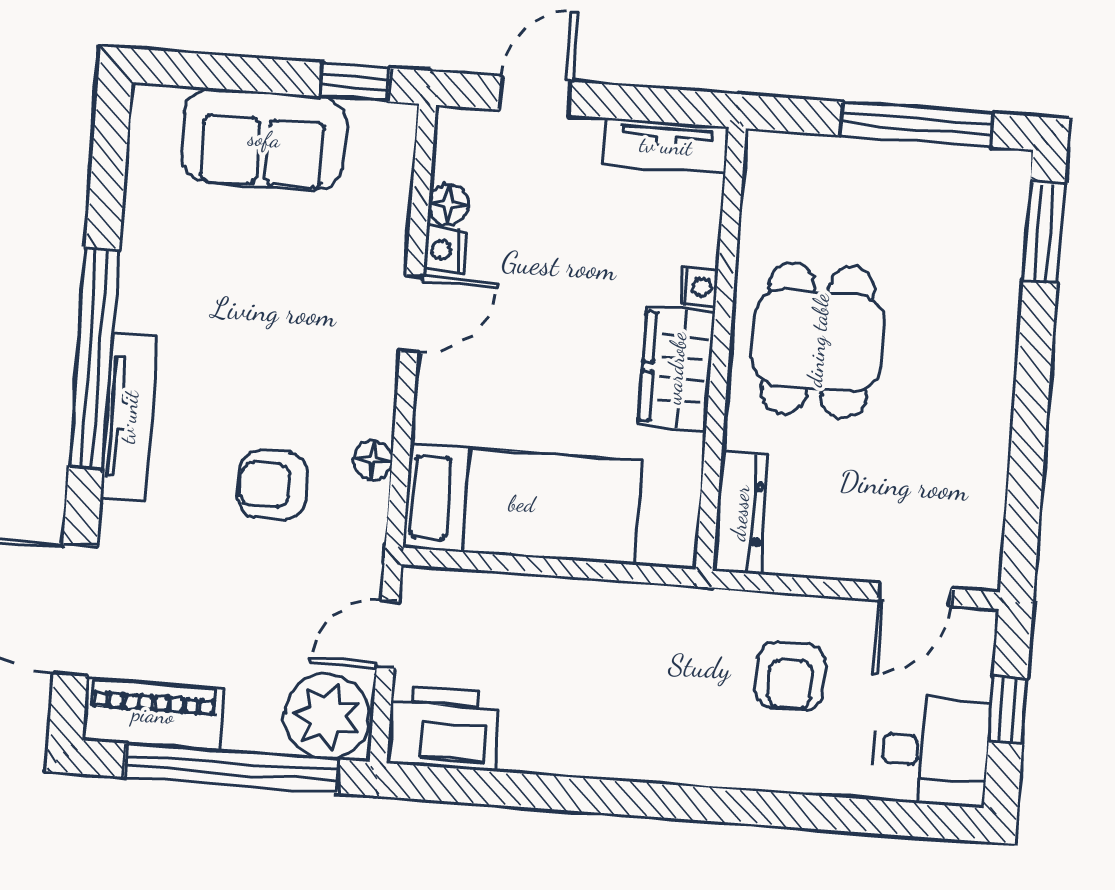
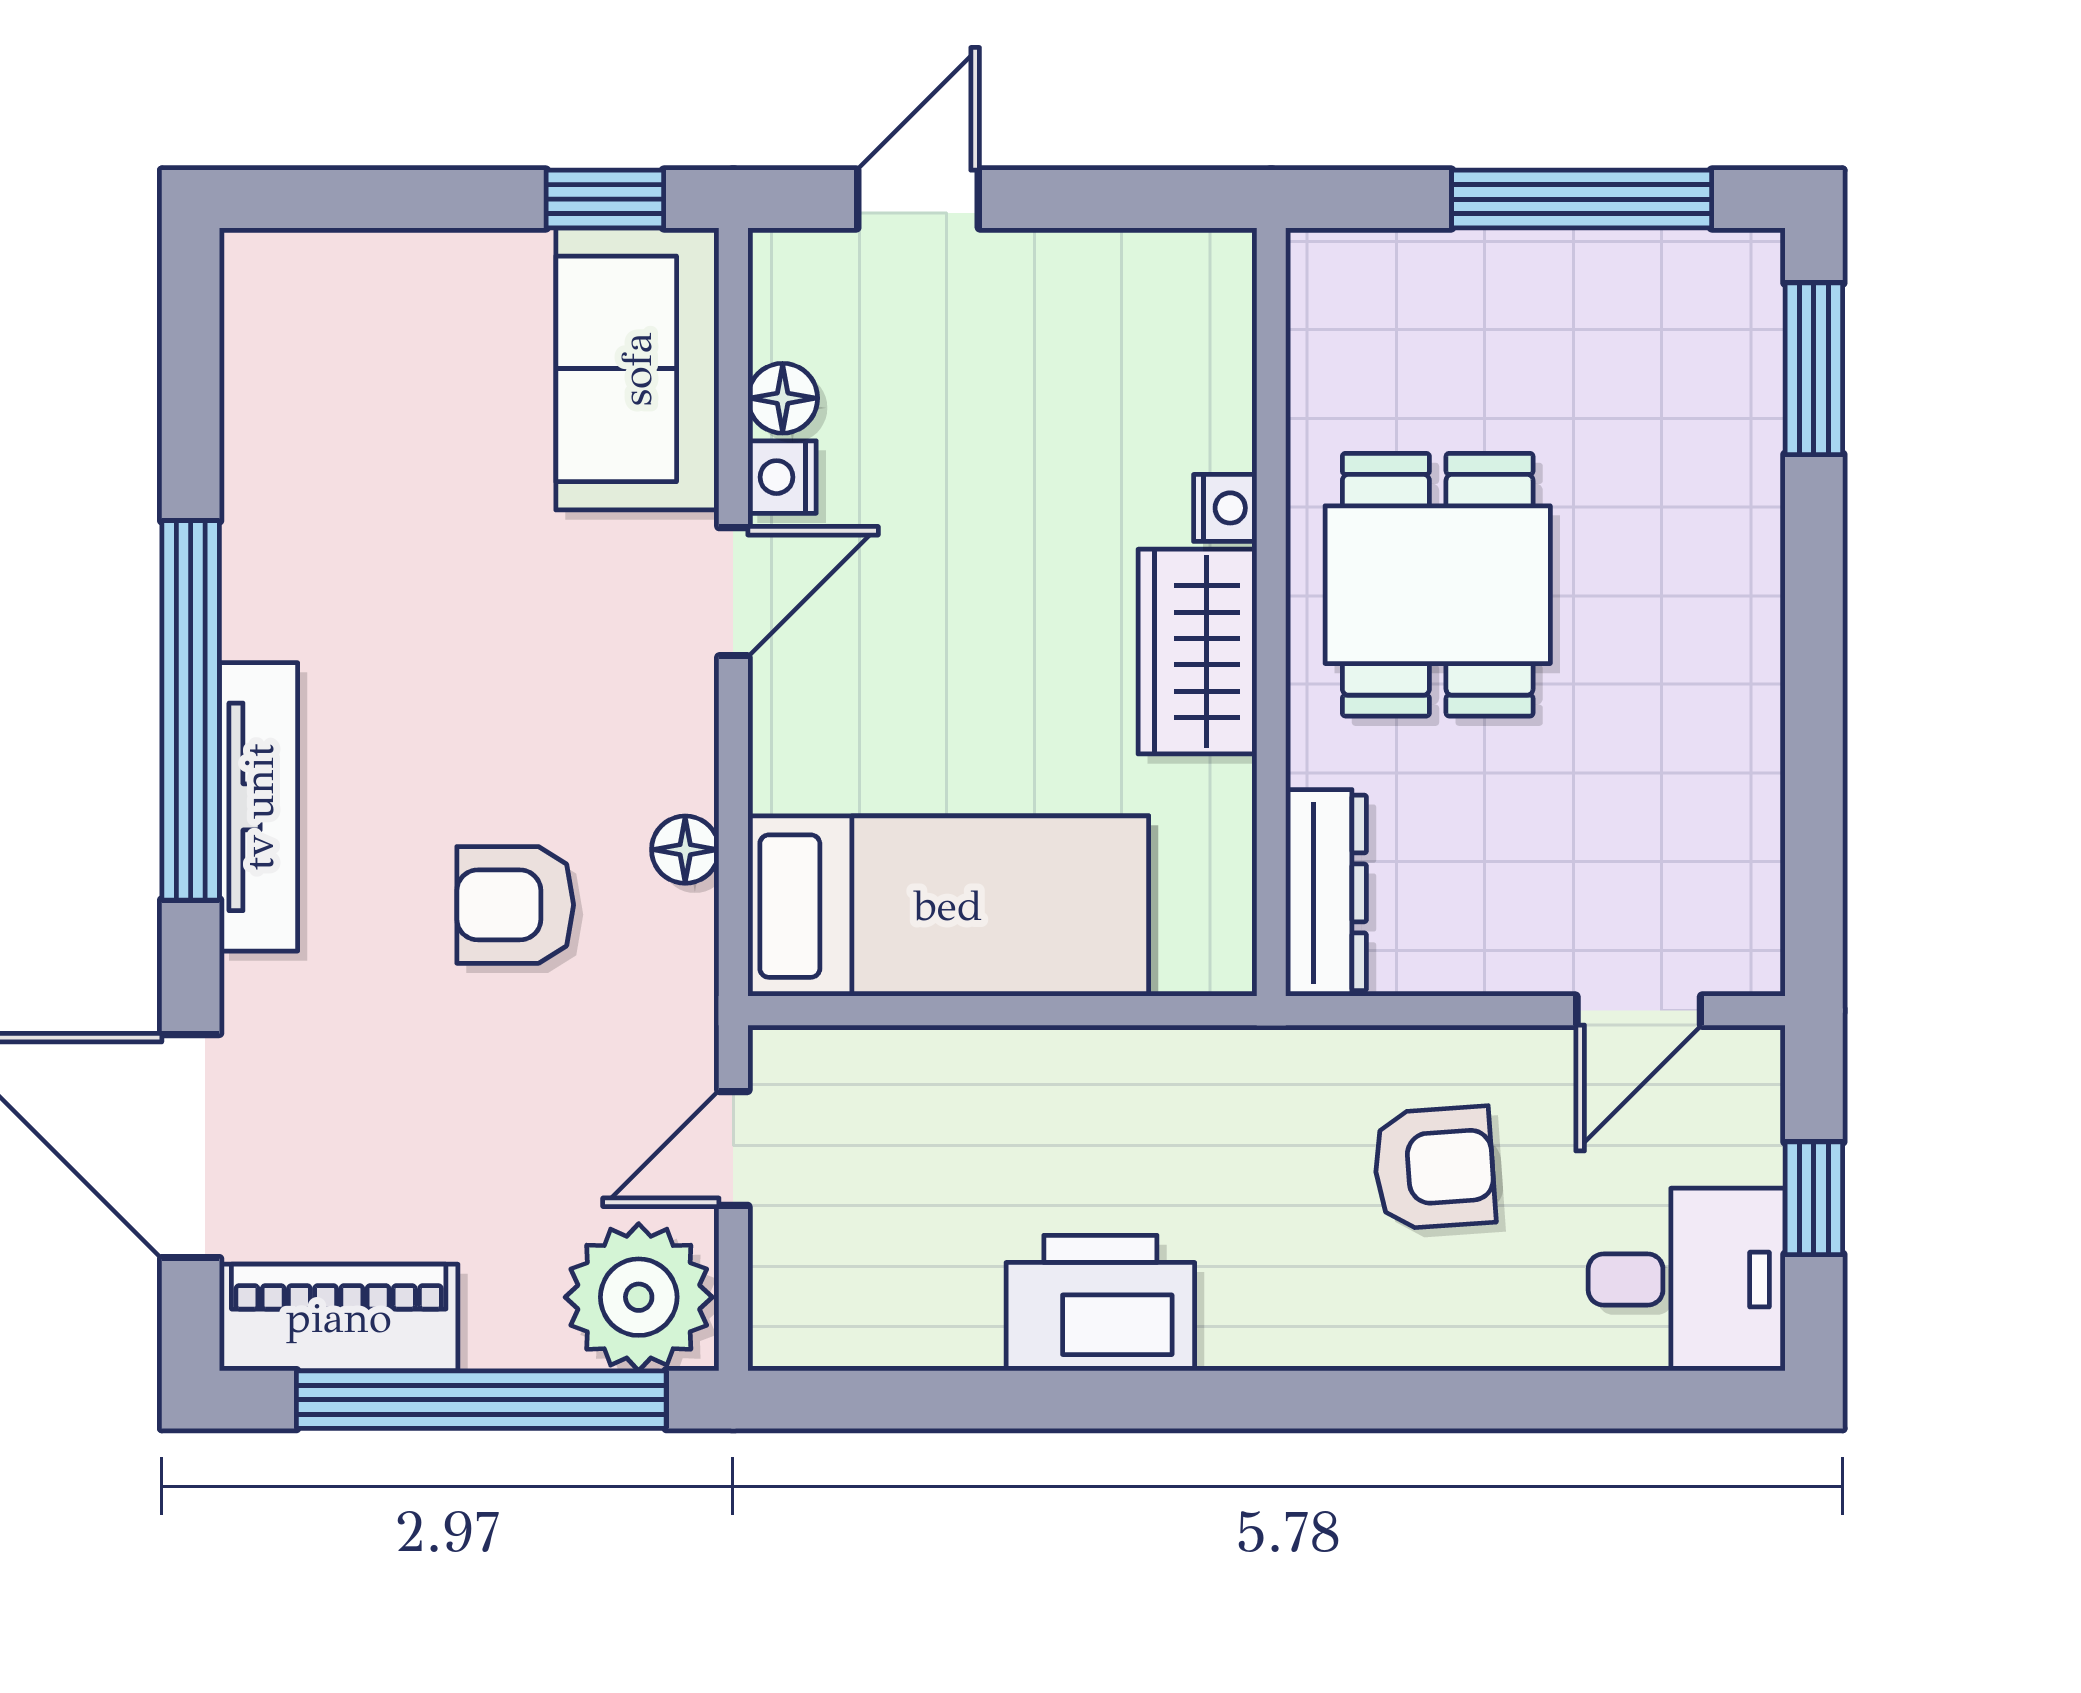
sofa: (264, 139) -> (637, 369), moved, turned 90
tv unit: (666, 146) -> (1150, 268), removed
armchair: (790, 676) -> (1434, 1168), turned -94
printer: (444, 728) -> (1100, 1303), moved

